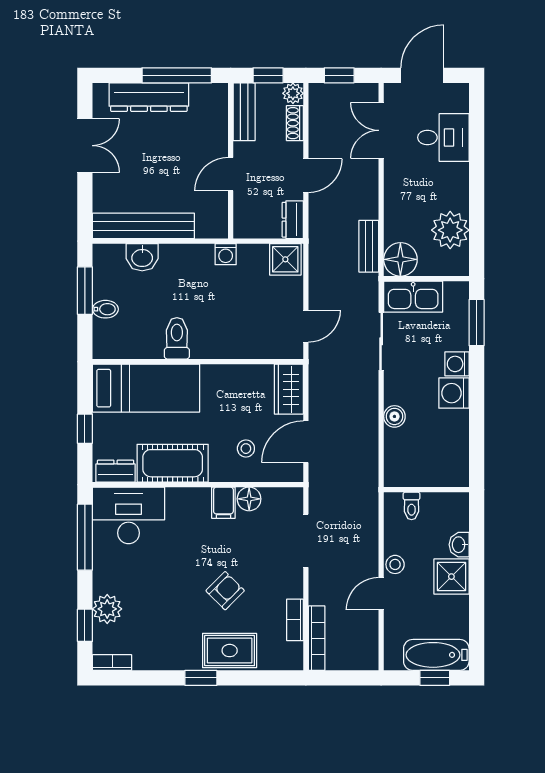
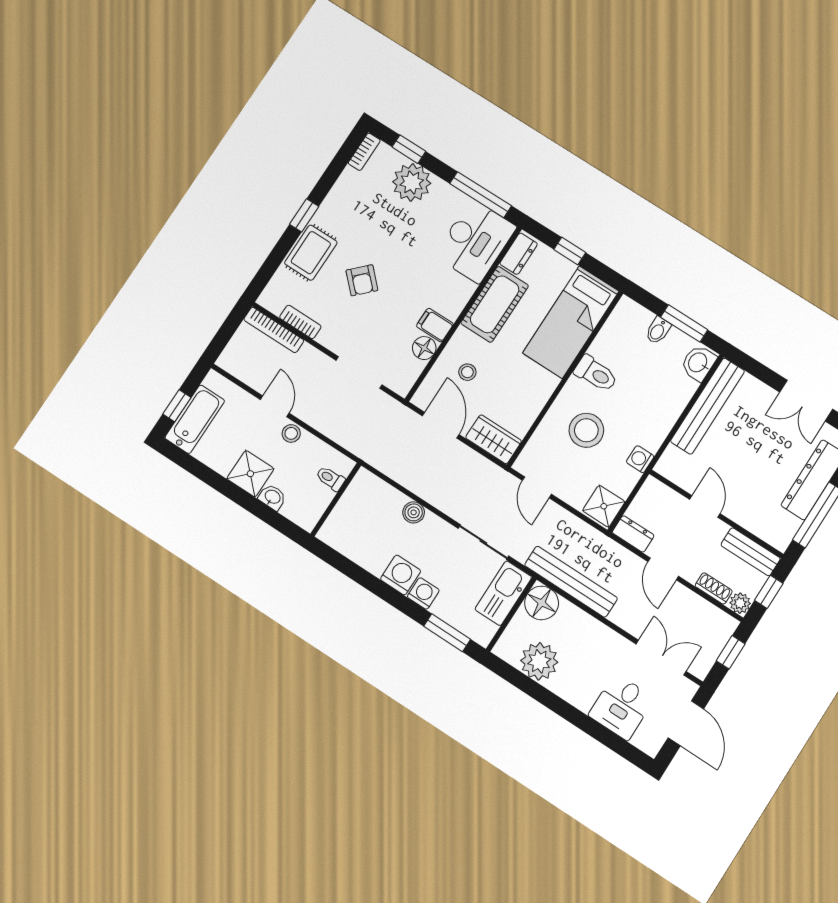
bench: (369, 246) -> (571, 582), width x1.86, depth x1.21
washbasin: (142, 257) -> (698, 363), moved
stool: (230, 315) -> (586, 430), added
plant: (107, 609) -> (412, 182), width x1.36, depth x1.36

